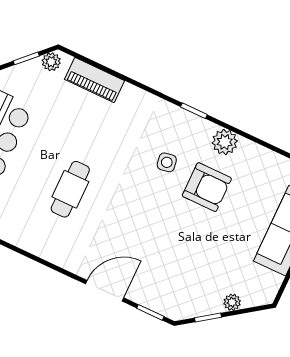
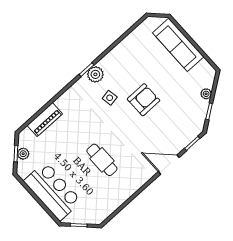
plant: (51, 62) -> (23, 154), moved
plant: (225, 142) -> (95, 74), moved
armchair: (207, 187) -> (143, 100), moved
door: (105, 291) -> (169, 165), hinge flipped

